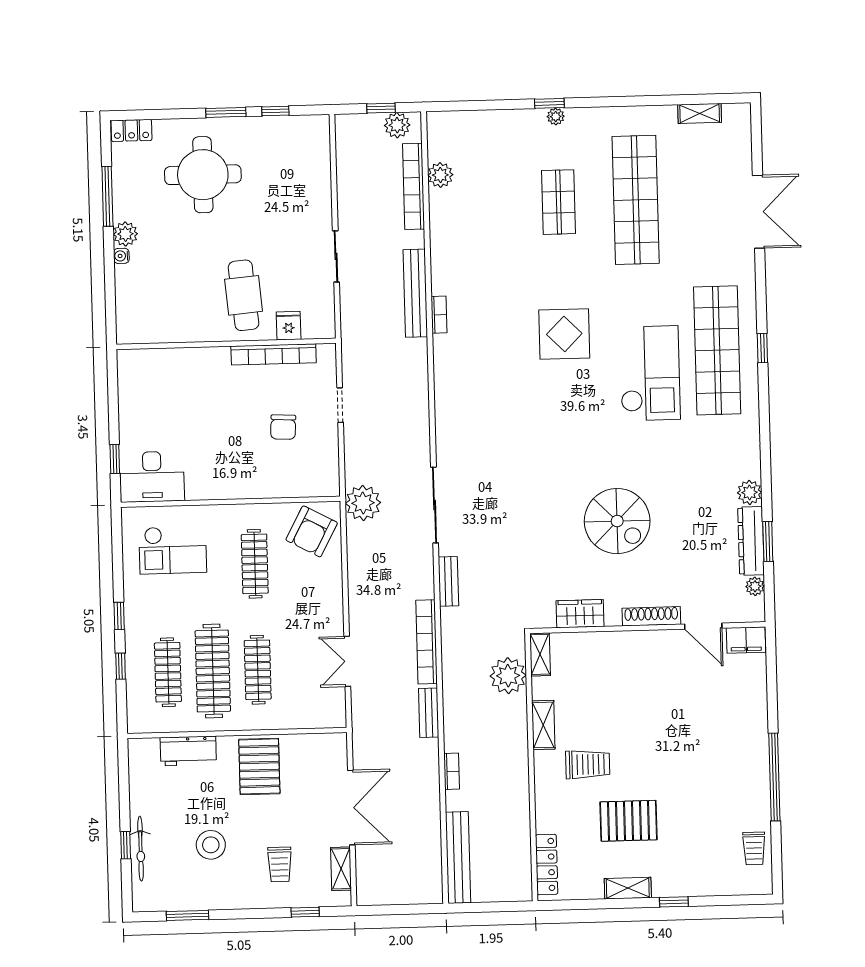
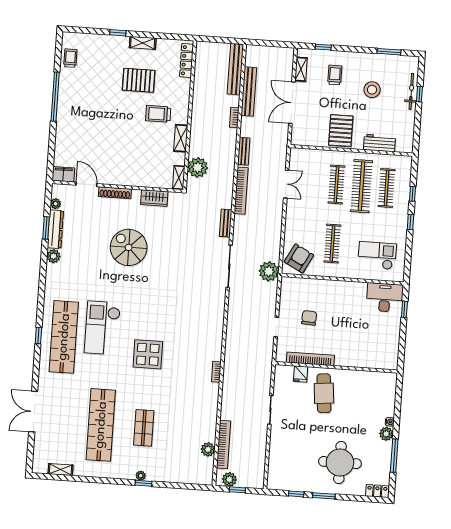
bench: (415, 293) -> (249, 91), moved

